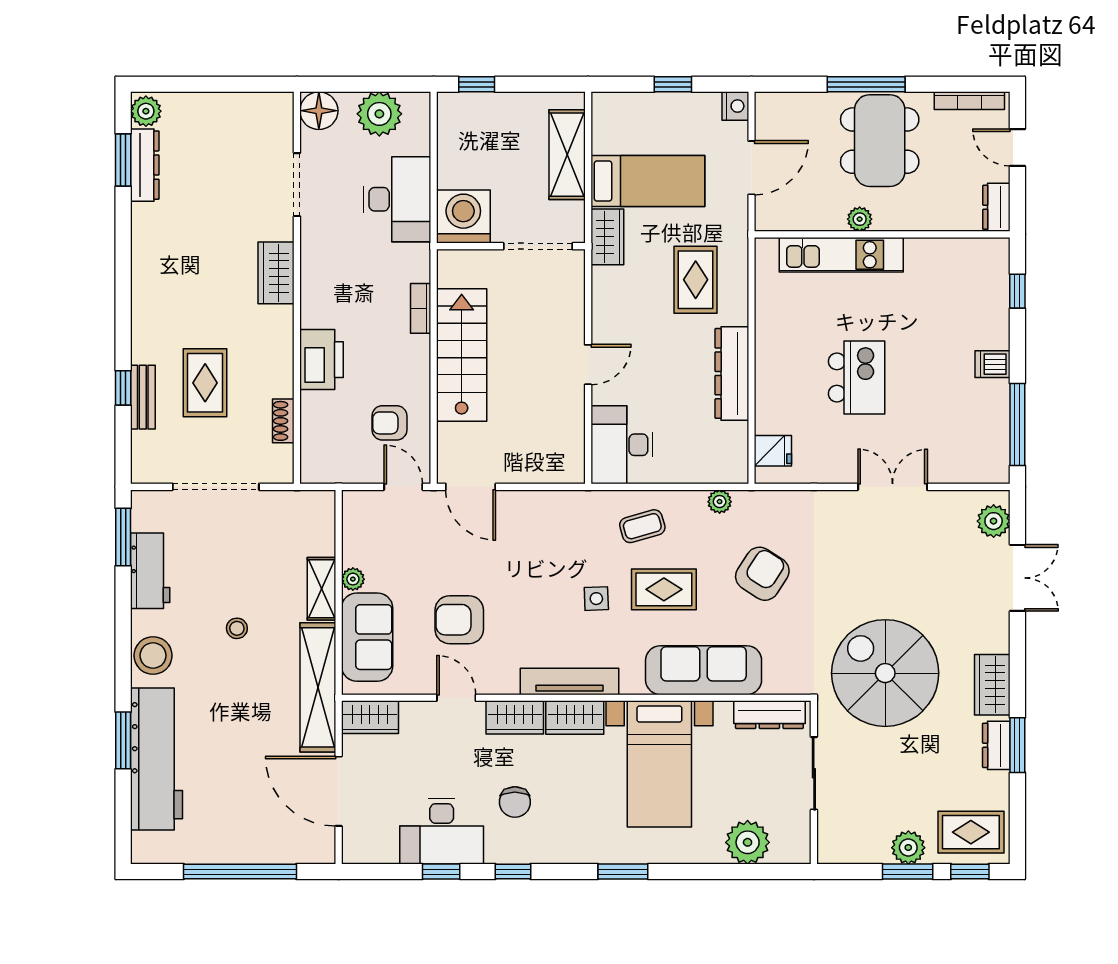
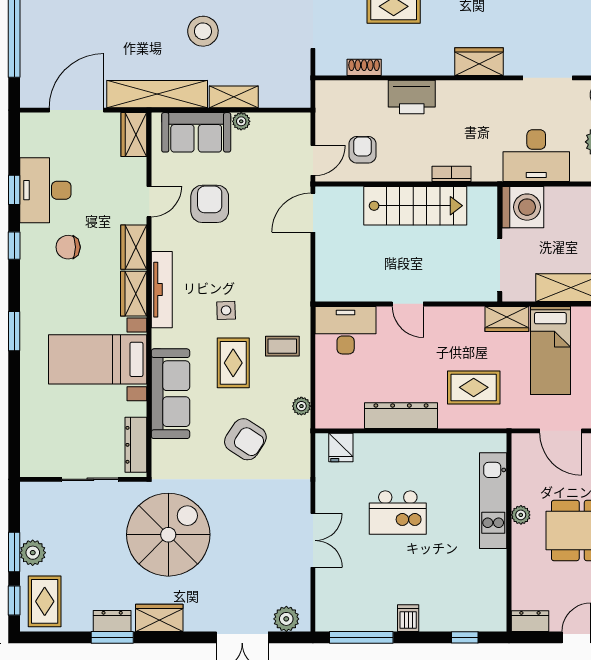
coffee table: (642, 526) -> (282, 346), turned -74
stool: (237, 628) -> (203, 31), width x1.89, depth x1.89
plant: (748, 842) -> (37, 428), removed

